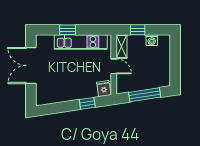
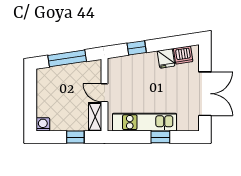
washing machine: (152, 40) -> (43, 124), moved
fridge: (104, 89) -> (166, 58), moved
dishwasher: (49, 98) -> (183, 55), added

